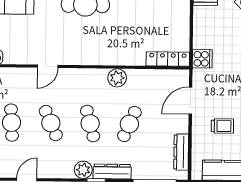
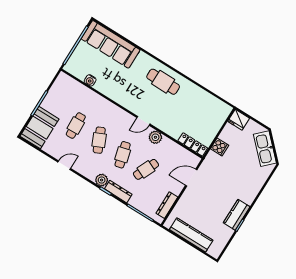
cooker: (202, 59) -> (220, 147), moved
door: (48, 66) -> (143, 121), moved
trolley: (222, 126) -> (201, 205), removed

